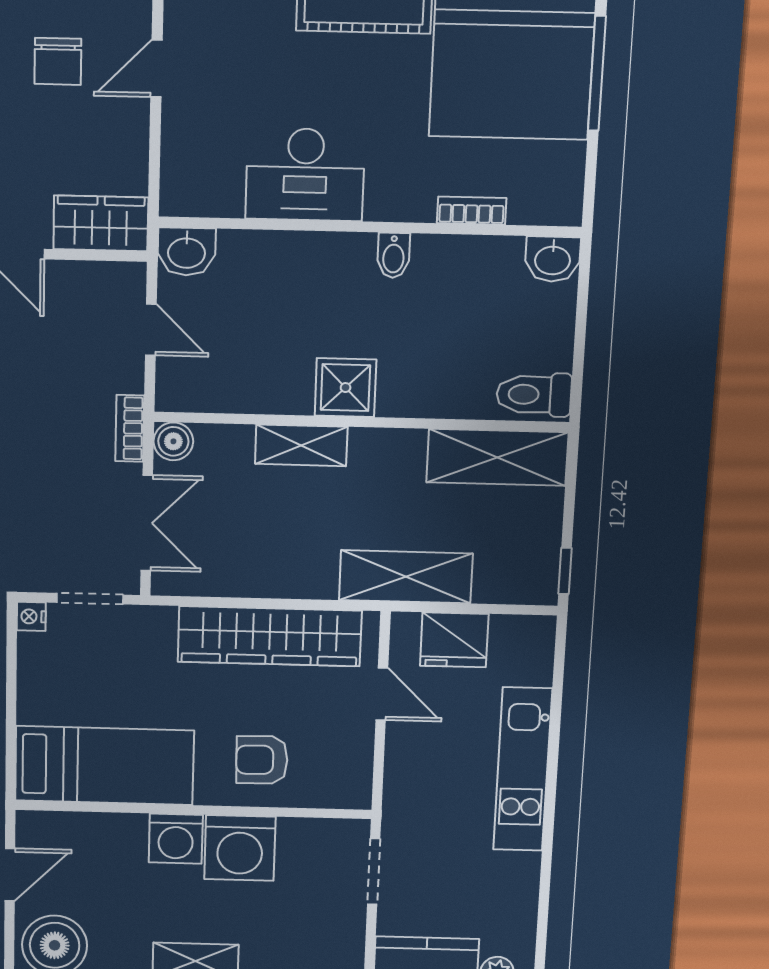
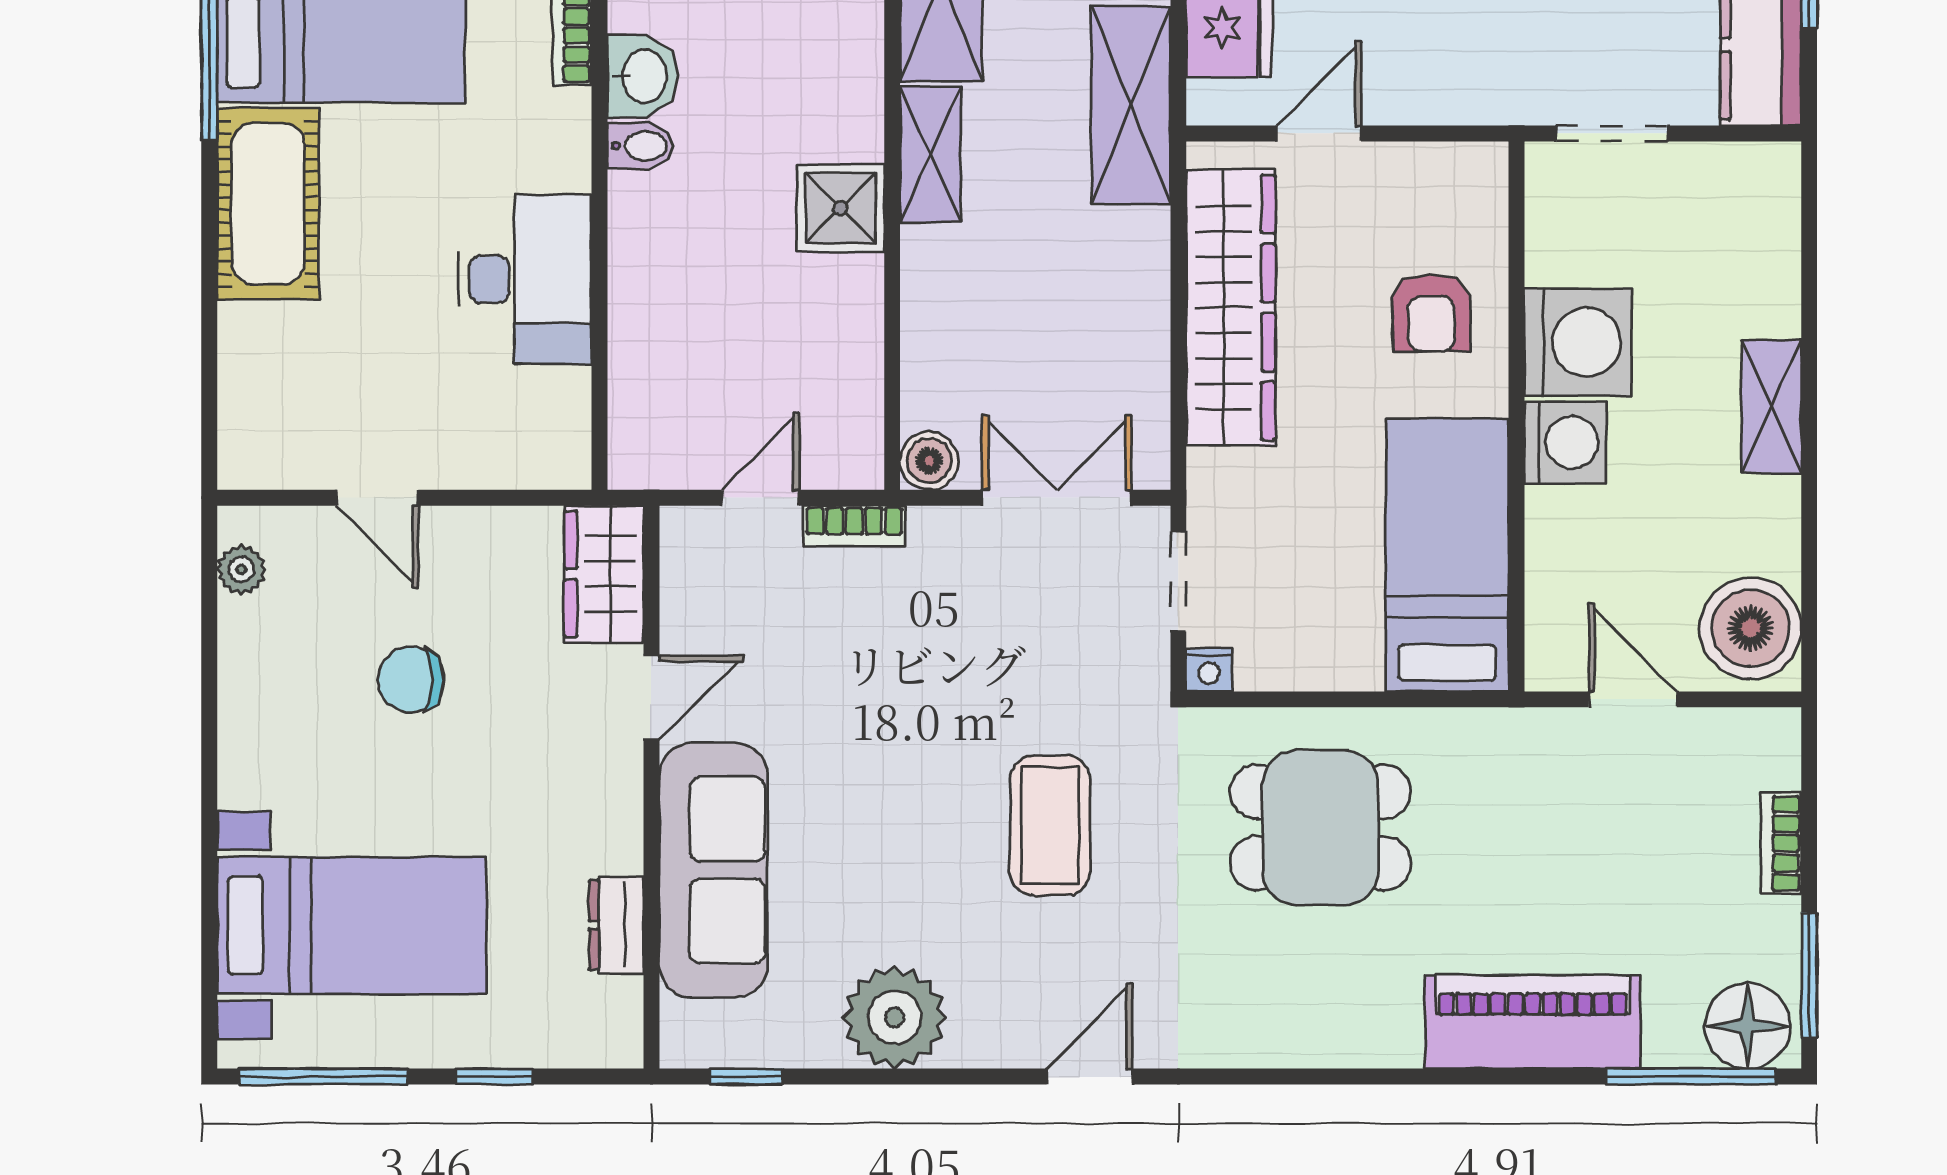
chair: (58, 61) -> (411, 680), moved, turned 180
washbasin: (187, 252) -> (643, 76), moved
bookcase: (130, 428) -> (854, 526), moved
shelving: (301, 445) -> (930, 154), moved

